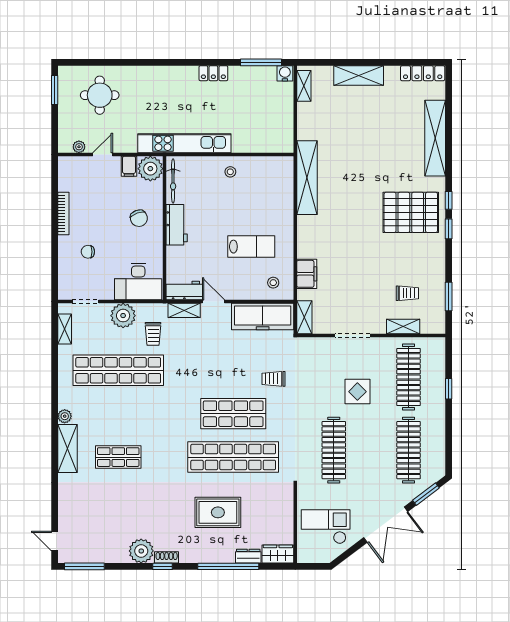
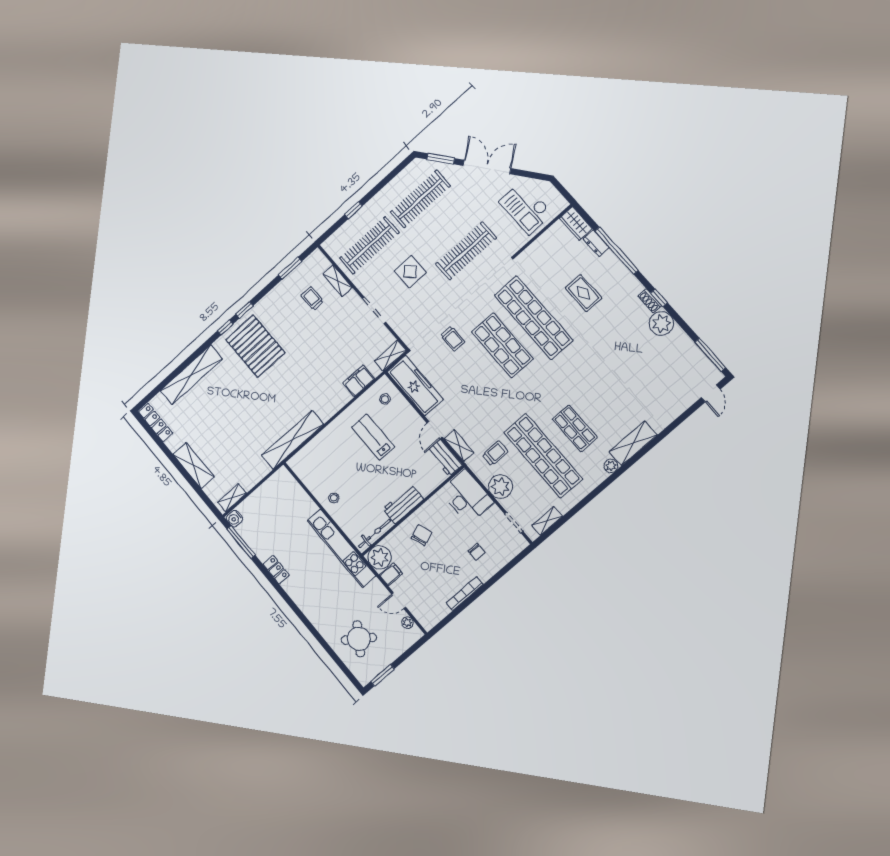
round table: (100, 95) -> (359, 639), turned 34
shop shelf: (118, 457) -> (575, 428), moved
rug: (218, 512) -> (584, 293), width x0.73, depth x0.70

